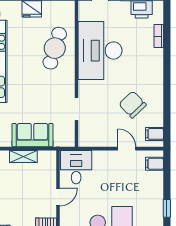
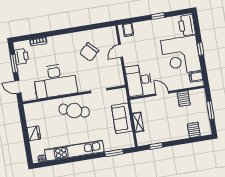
cafe table: (55, 48) -> (74, 111), moved
filing cabinet: (154, 134) -> (107, 33), removed
desk: (76, 167) -> (139, 80), width x1.37

